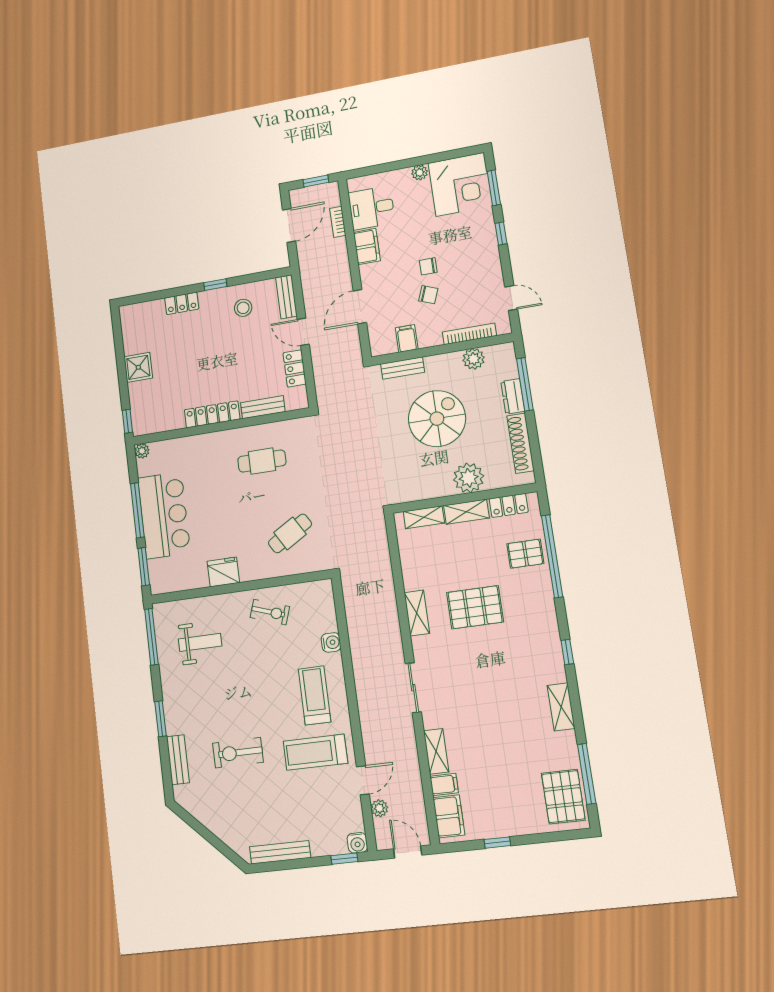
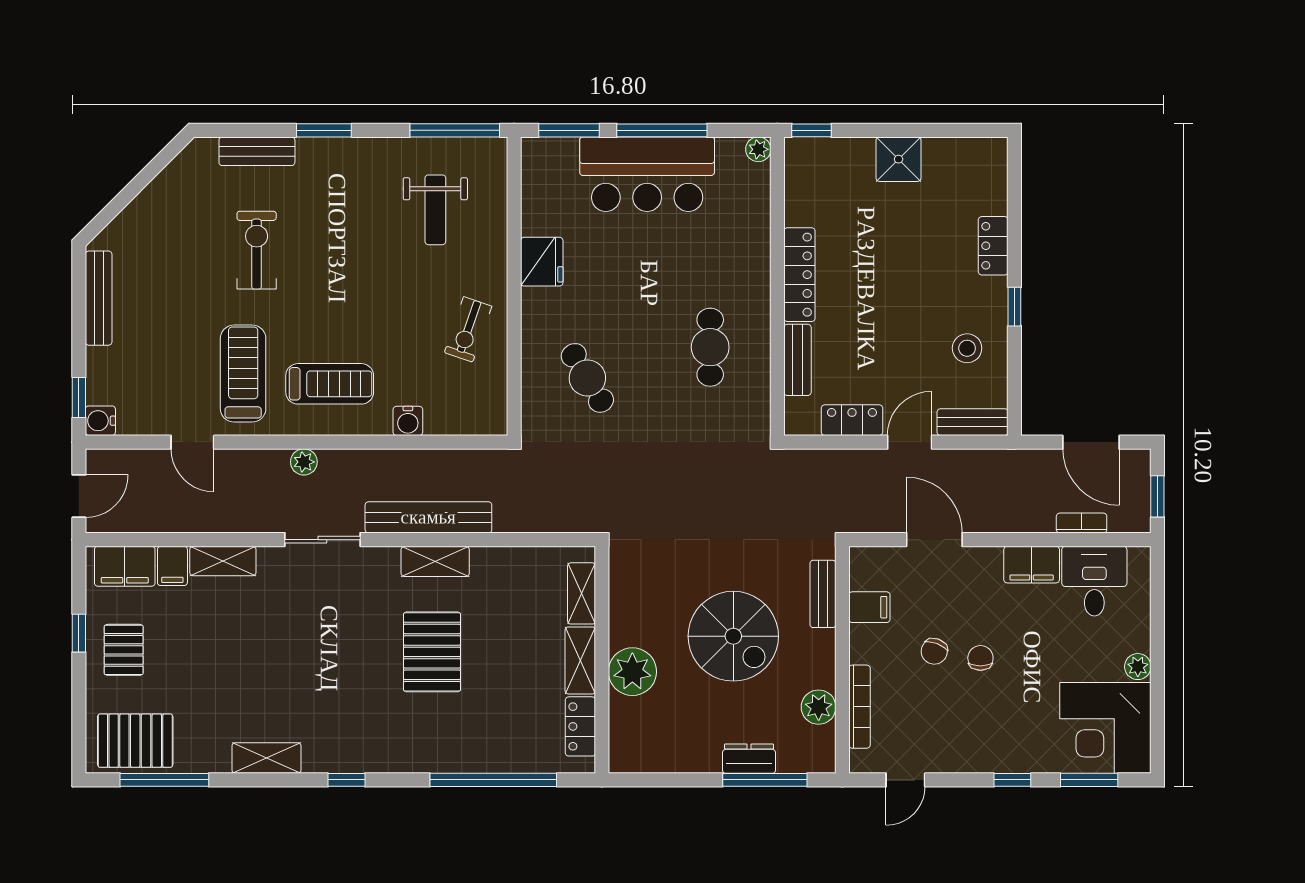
shoe rack: (521, 443) -> (674, 759), removed
pallet: (525, 554) -> (124, 650), moved
bench: (390, 621) -> (428, 517), added
plant: (379, 808) -> (304, 462), moved

